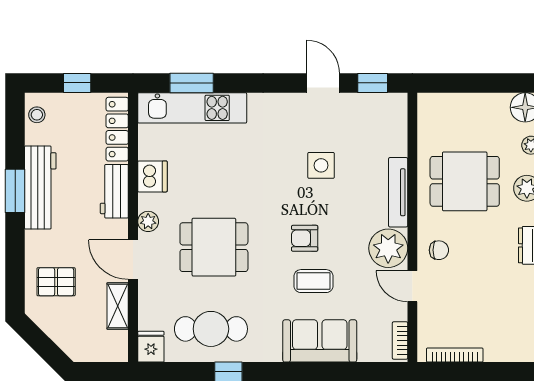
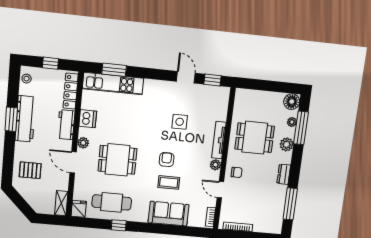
armchair: (305, 238) -> (167, 160), turned 90
plant: (388, 248) -> (215, 165), width x0.53, depth x0.53
shelving: (118, 306) -> (61, 203), moved

